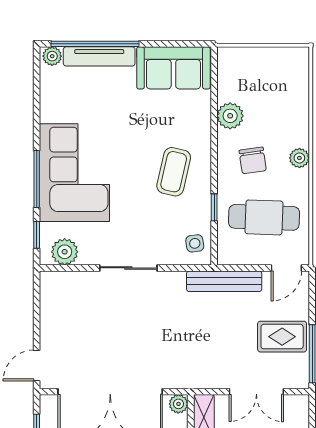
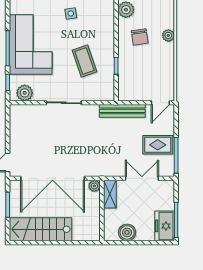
coffee table: (174, 172) -> (84, 61), moved, turned -32
cafe table: (264, 217) -> (147, 72), removed
side table: (195, 243) -> (71, 13), moved
double door: (256, 392) -> (142, 178), swing flipped

